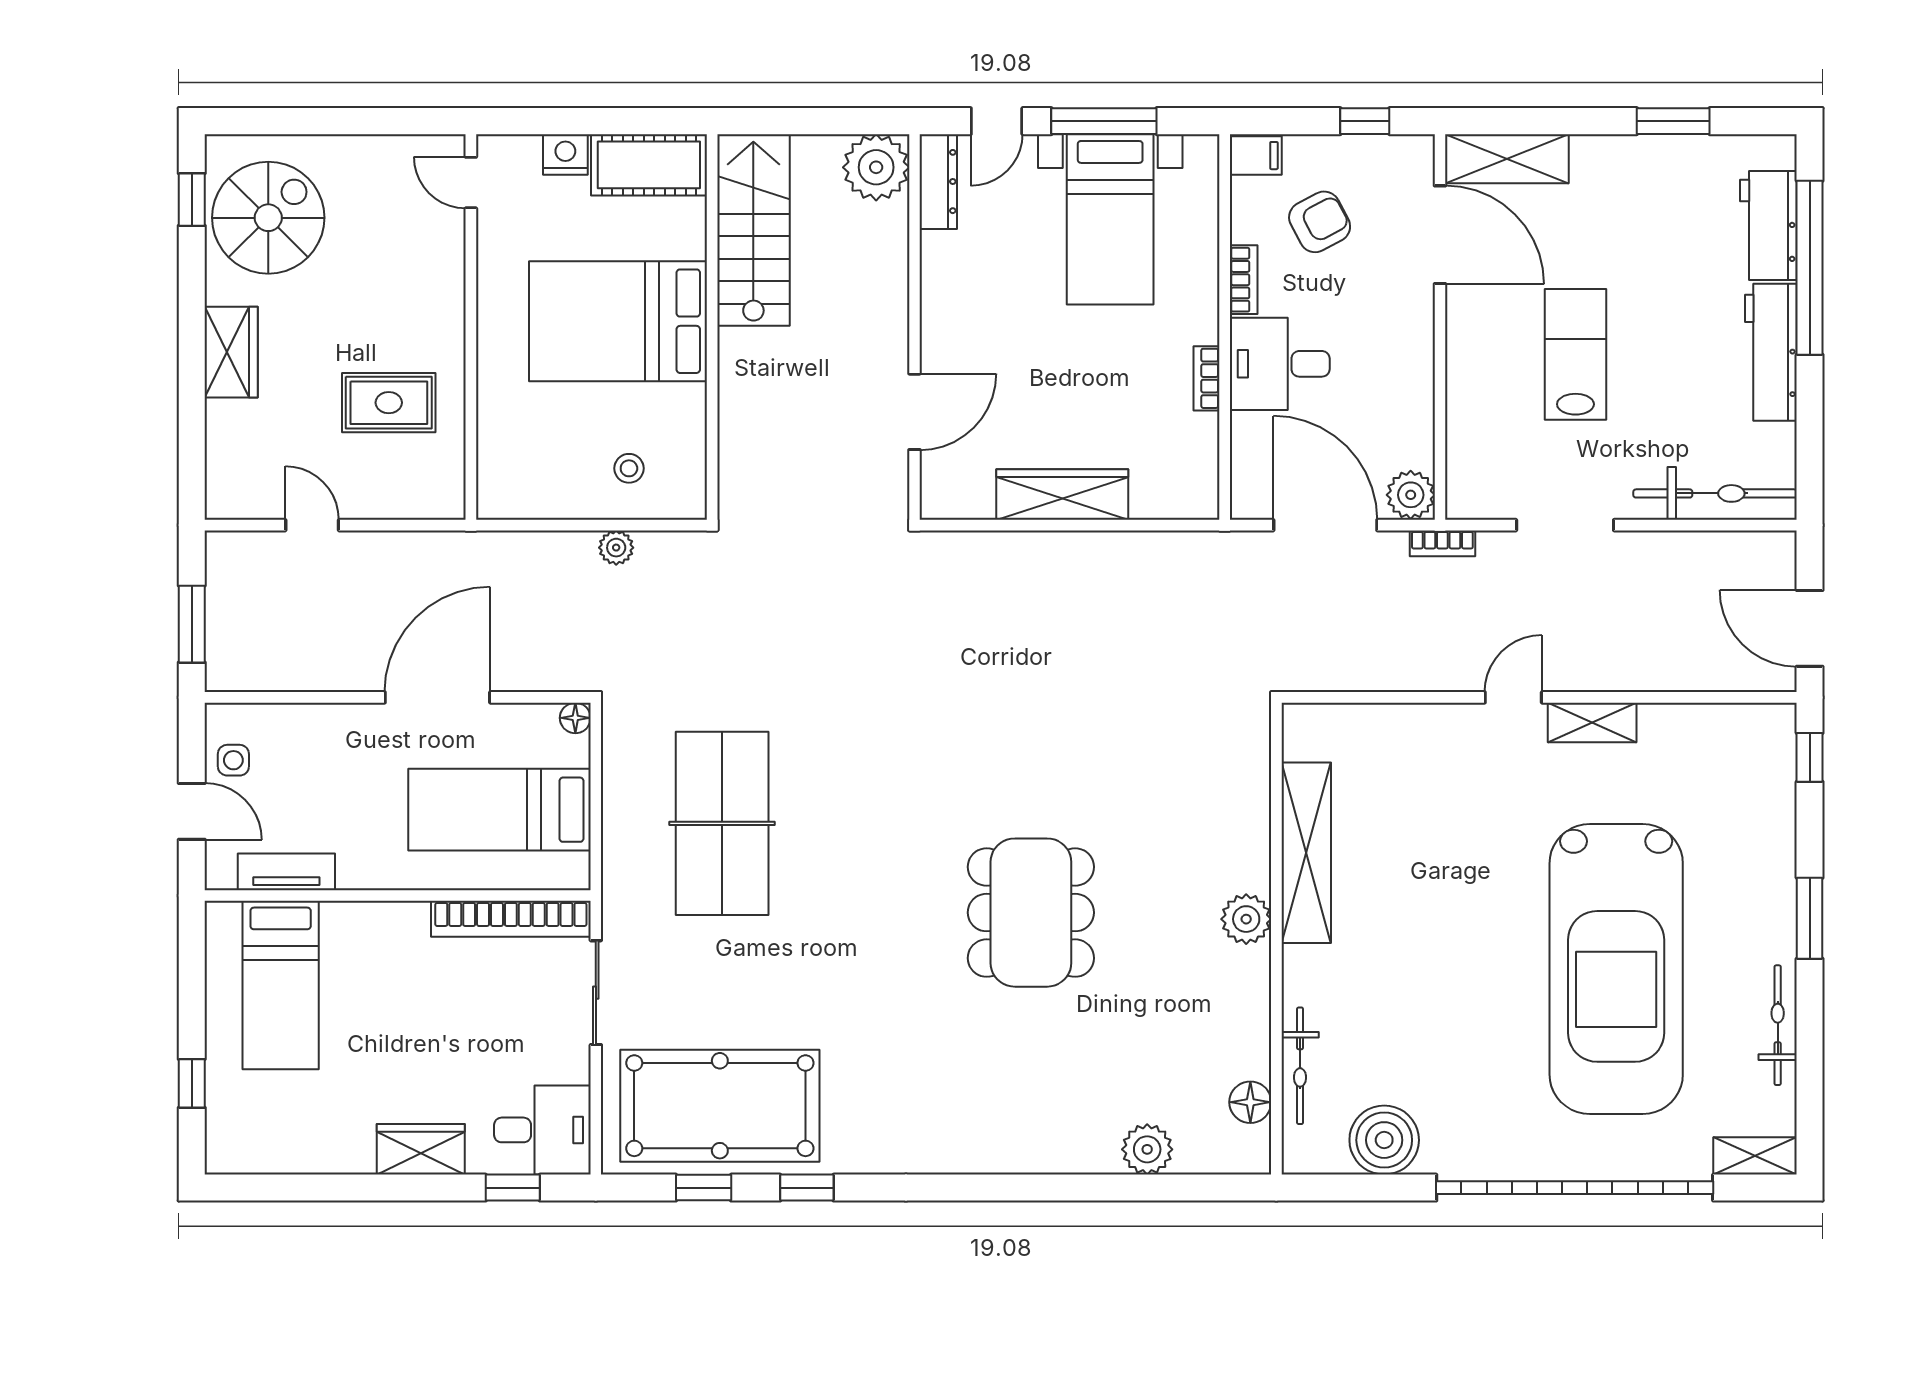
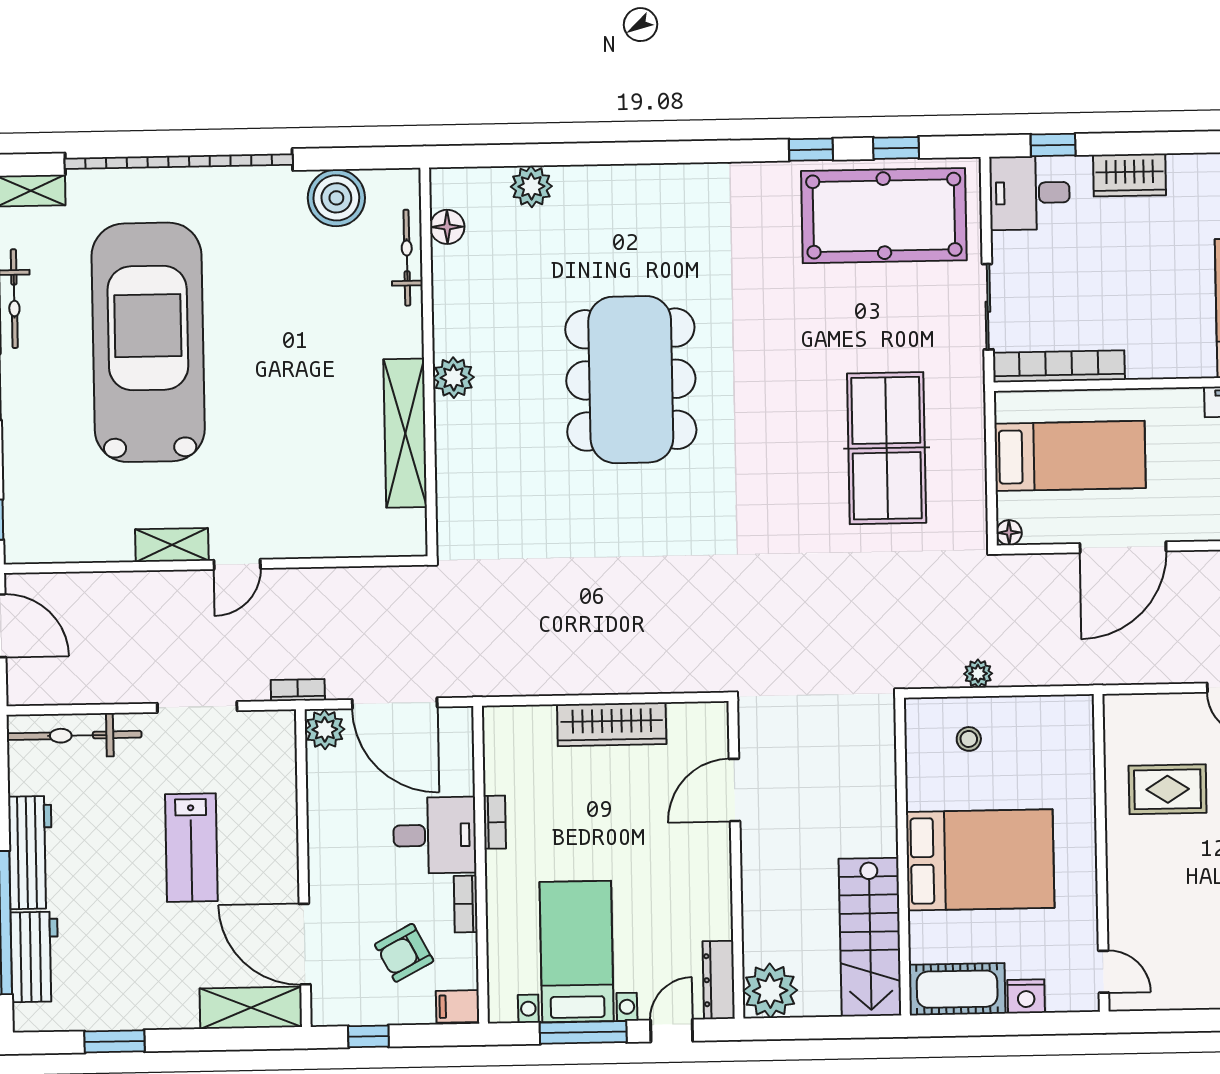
dining table: (1031, 913) -> (631, 380), width x1.36, depth x1.24

